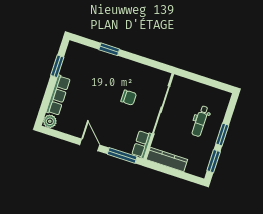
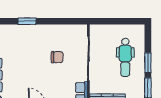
dental chair: (200, 121) -> (125, 57), width x1.36, depth x1.38

